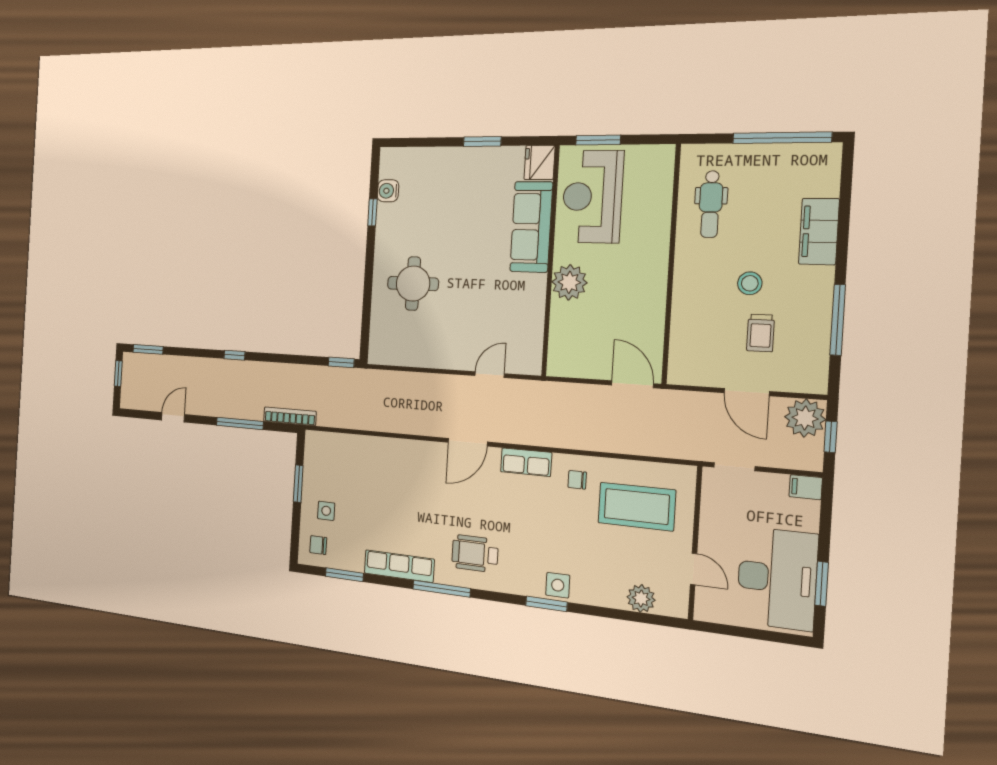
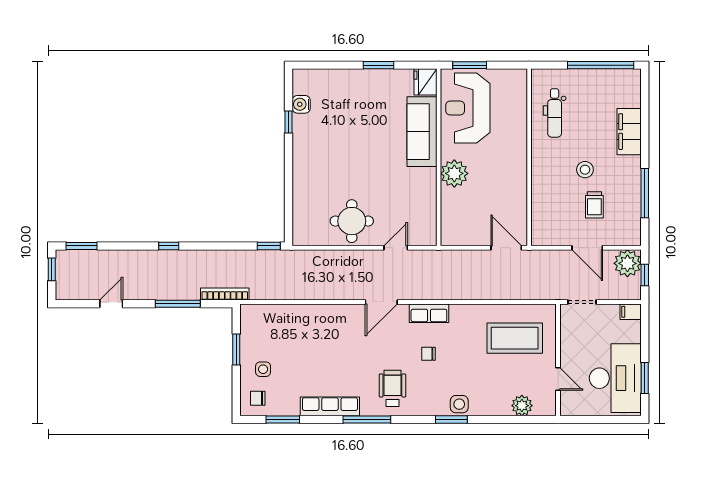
round table: (413, 284) -> (352, 221), moved
chair: (577, 480) -> (429, 354), moved
wheelchair: (475, 554) -> (392, 388), turned 90

